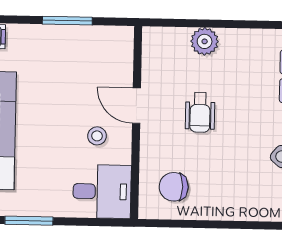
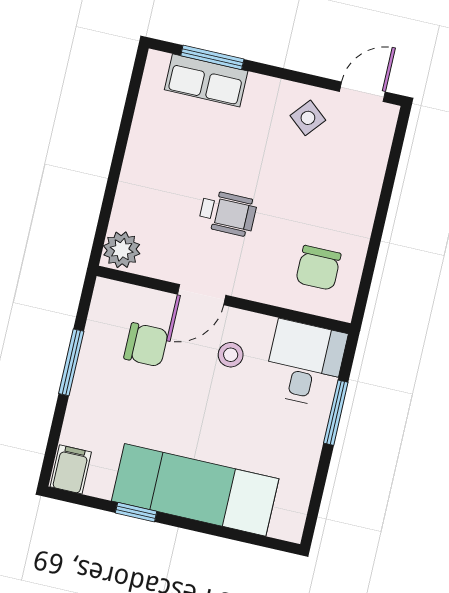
plant: (205, 41) -> (122, 250), moved
chair: (92, 73) -> (146, 345), added
window: (29, 221) -> (336, 413), moved

